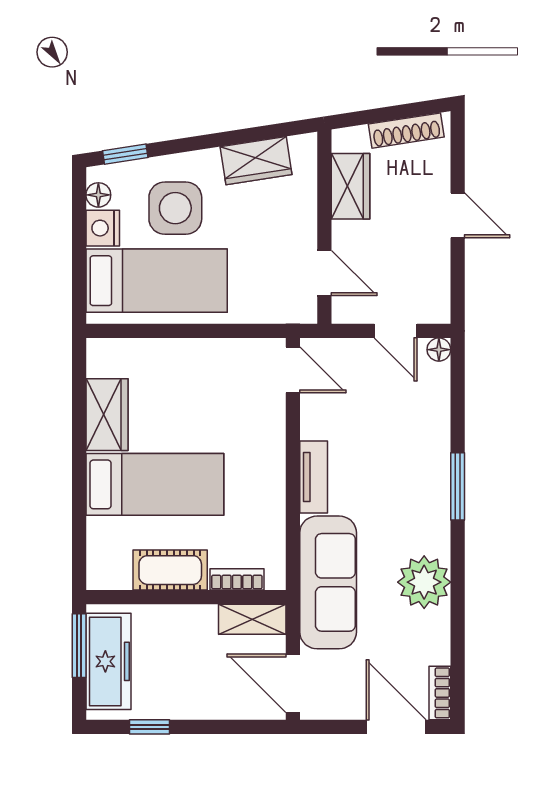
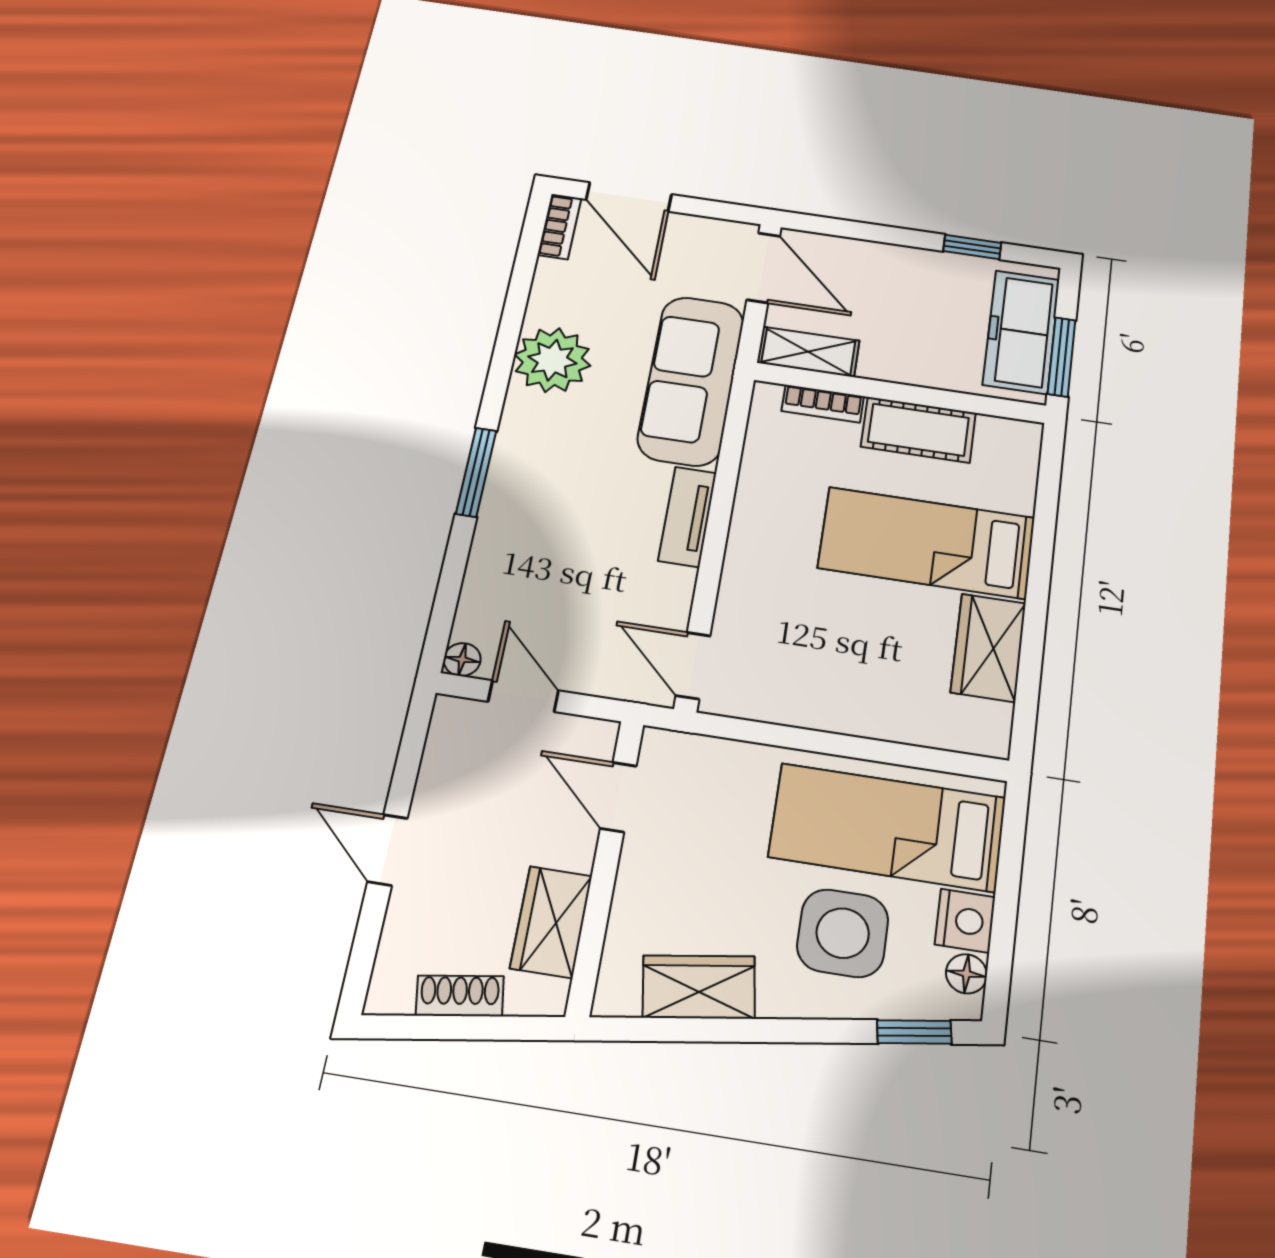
shoe rack: (406, 131) -> (460, 996), width x0.70

